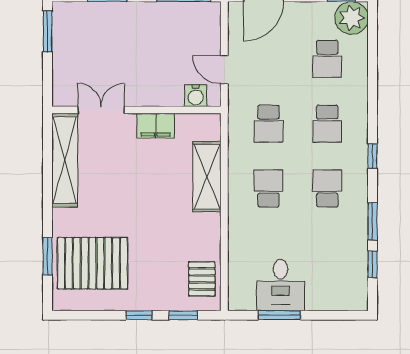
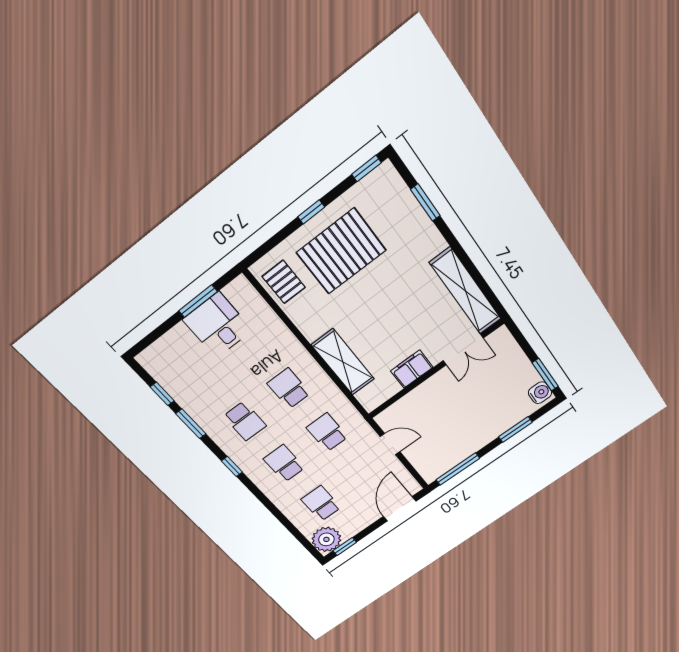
water cooler: (196, 96) -> (540, 393), moved, turned 90
school desk: (268, 188) -> (289, 388), turned 180
pallet: (92, 263) -> (341, 251), moved
window: (183, 315) -> (366, 168), moved

